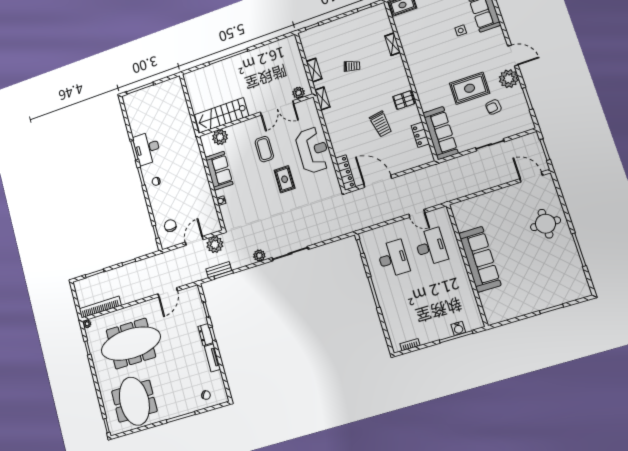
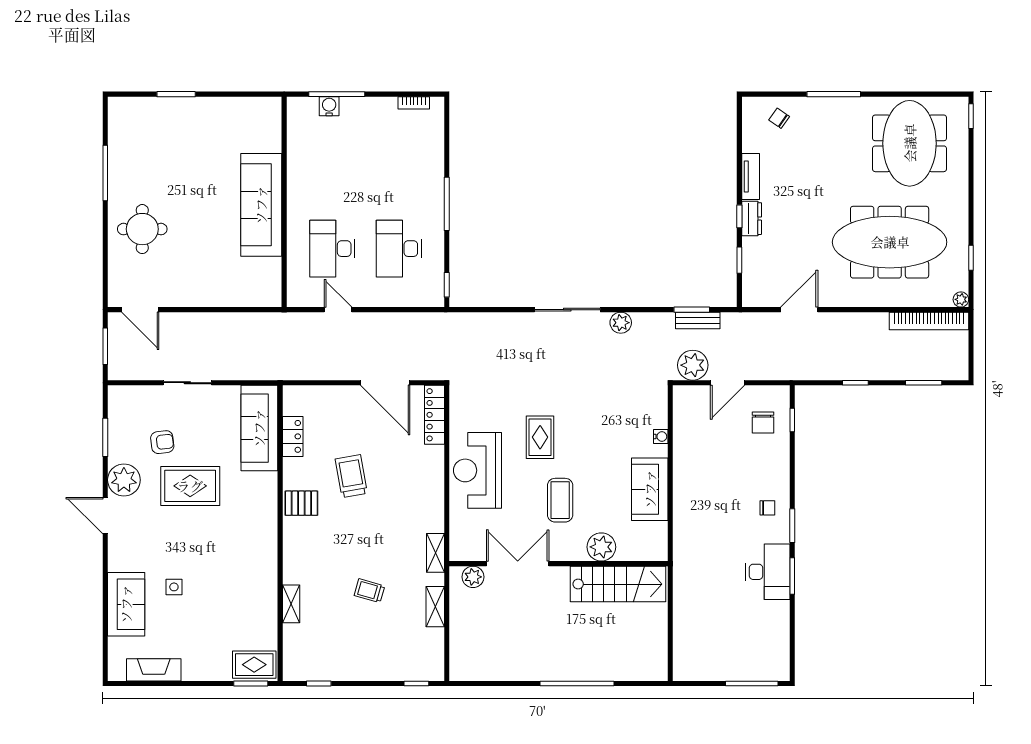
plant: (220, 137) -> (601, 547), moved

